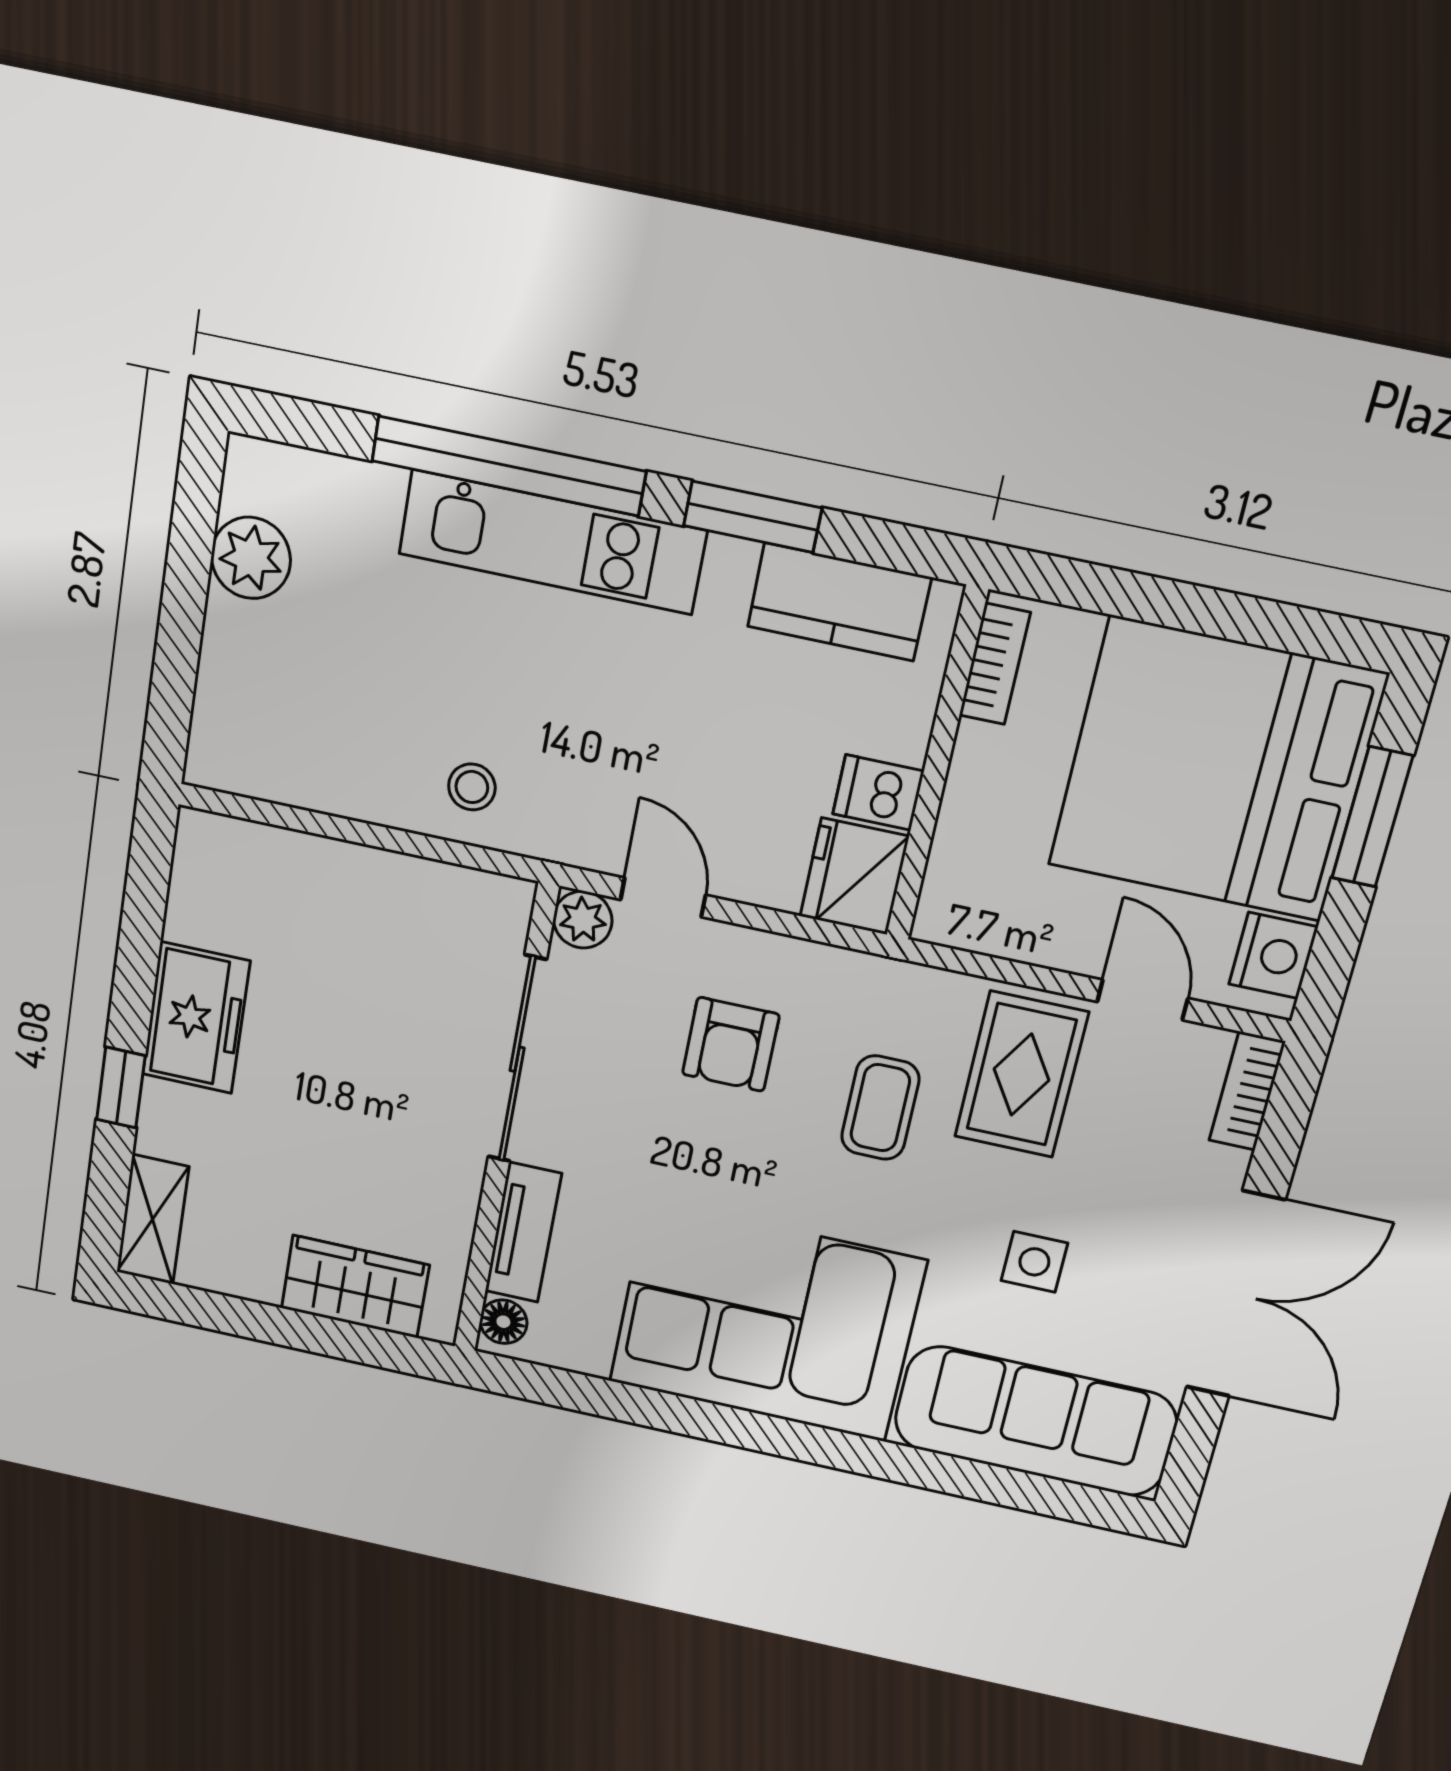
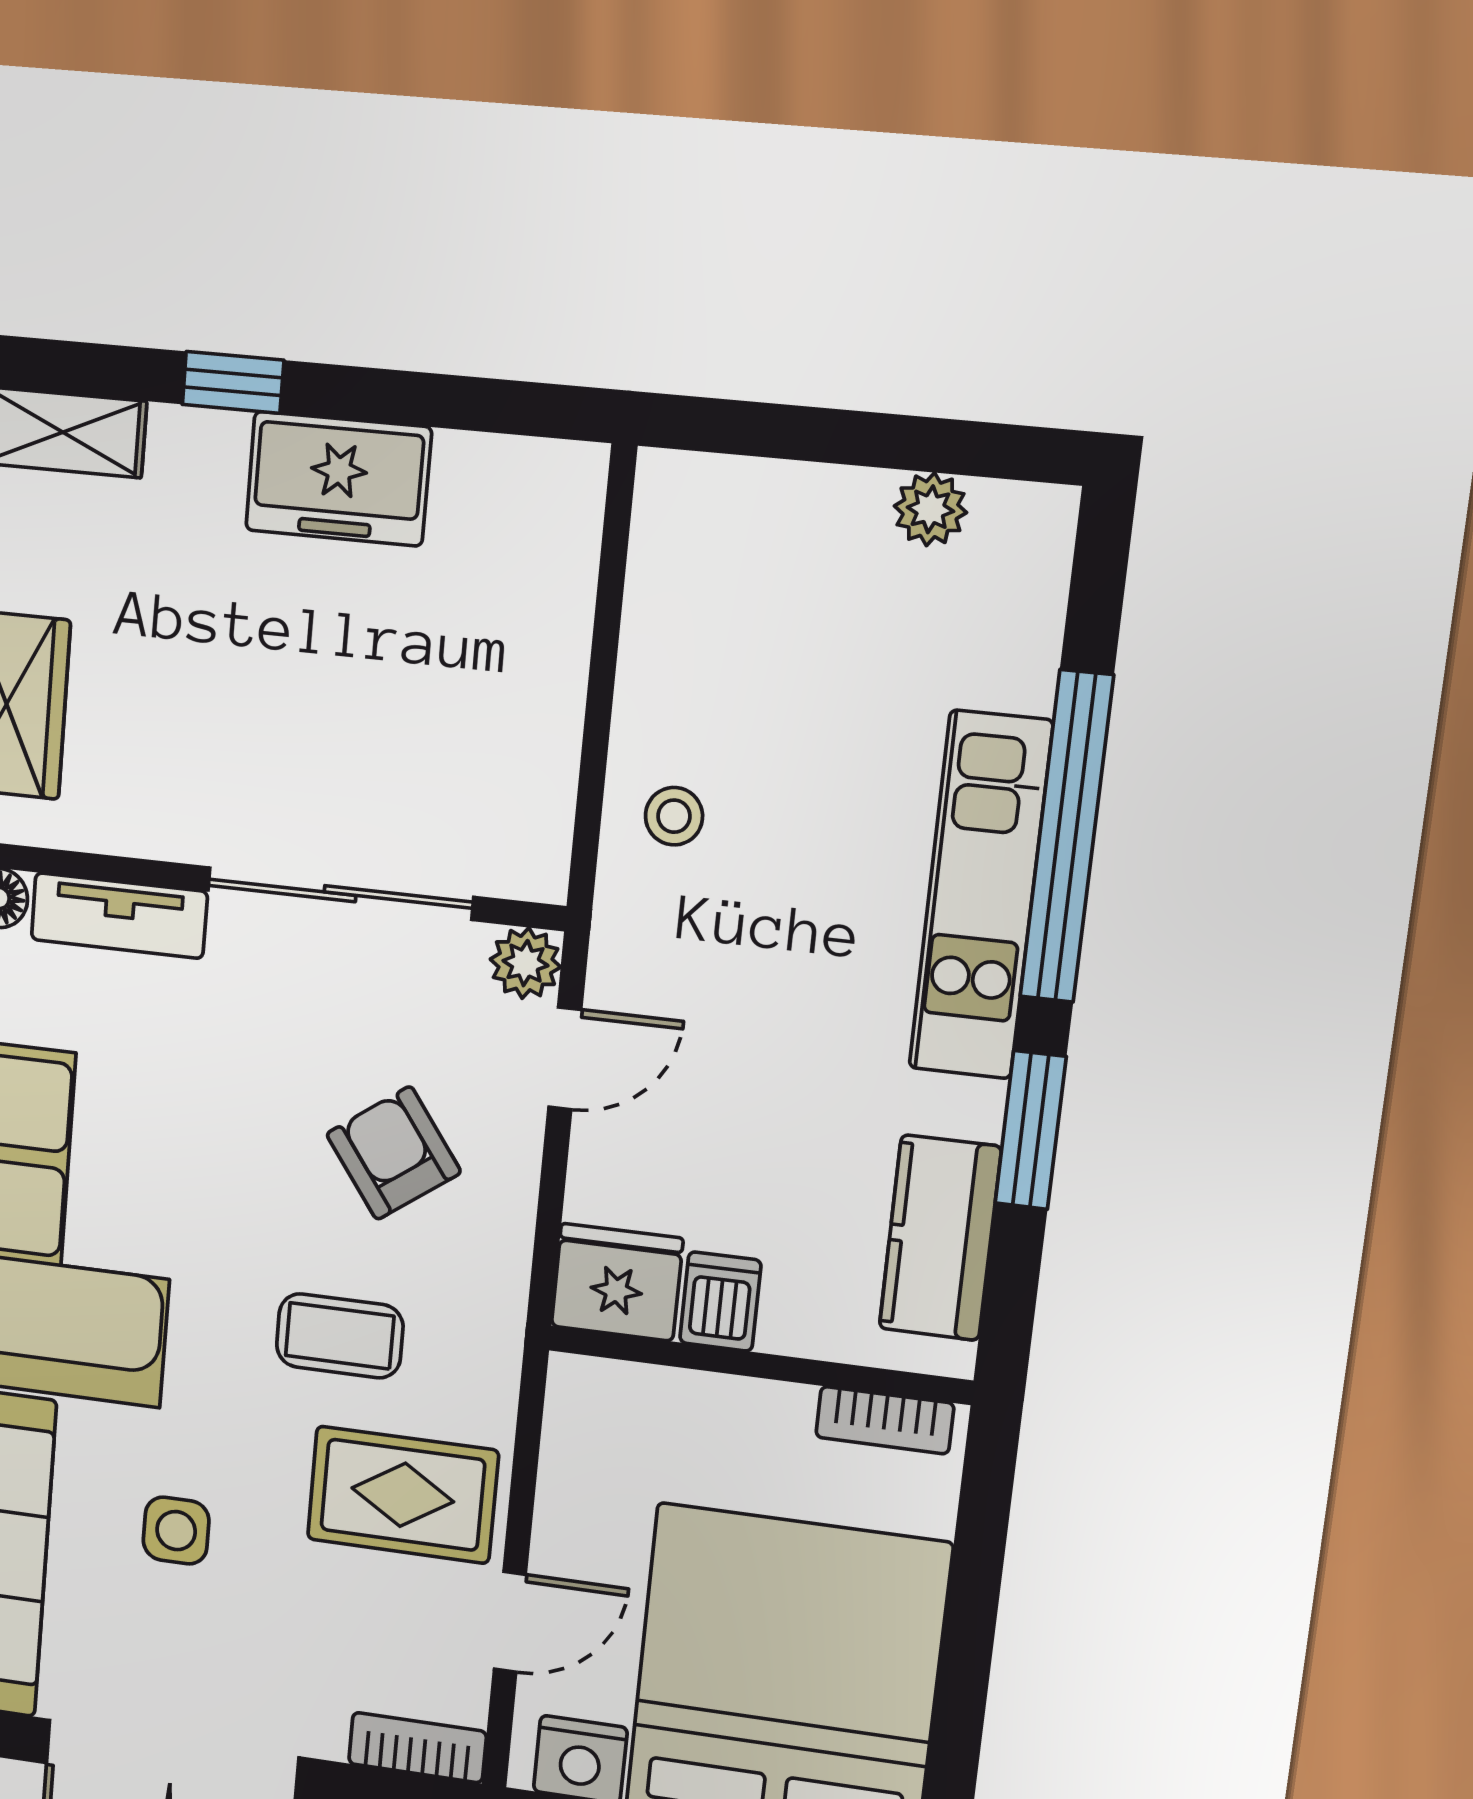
plant: (251, 558) -> (930, 509), width x0.73, depth x0.73
armchair: (731, 1044) -> (394, 1153), turned 54

